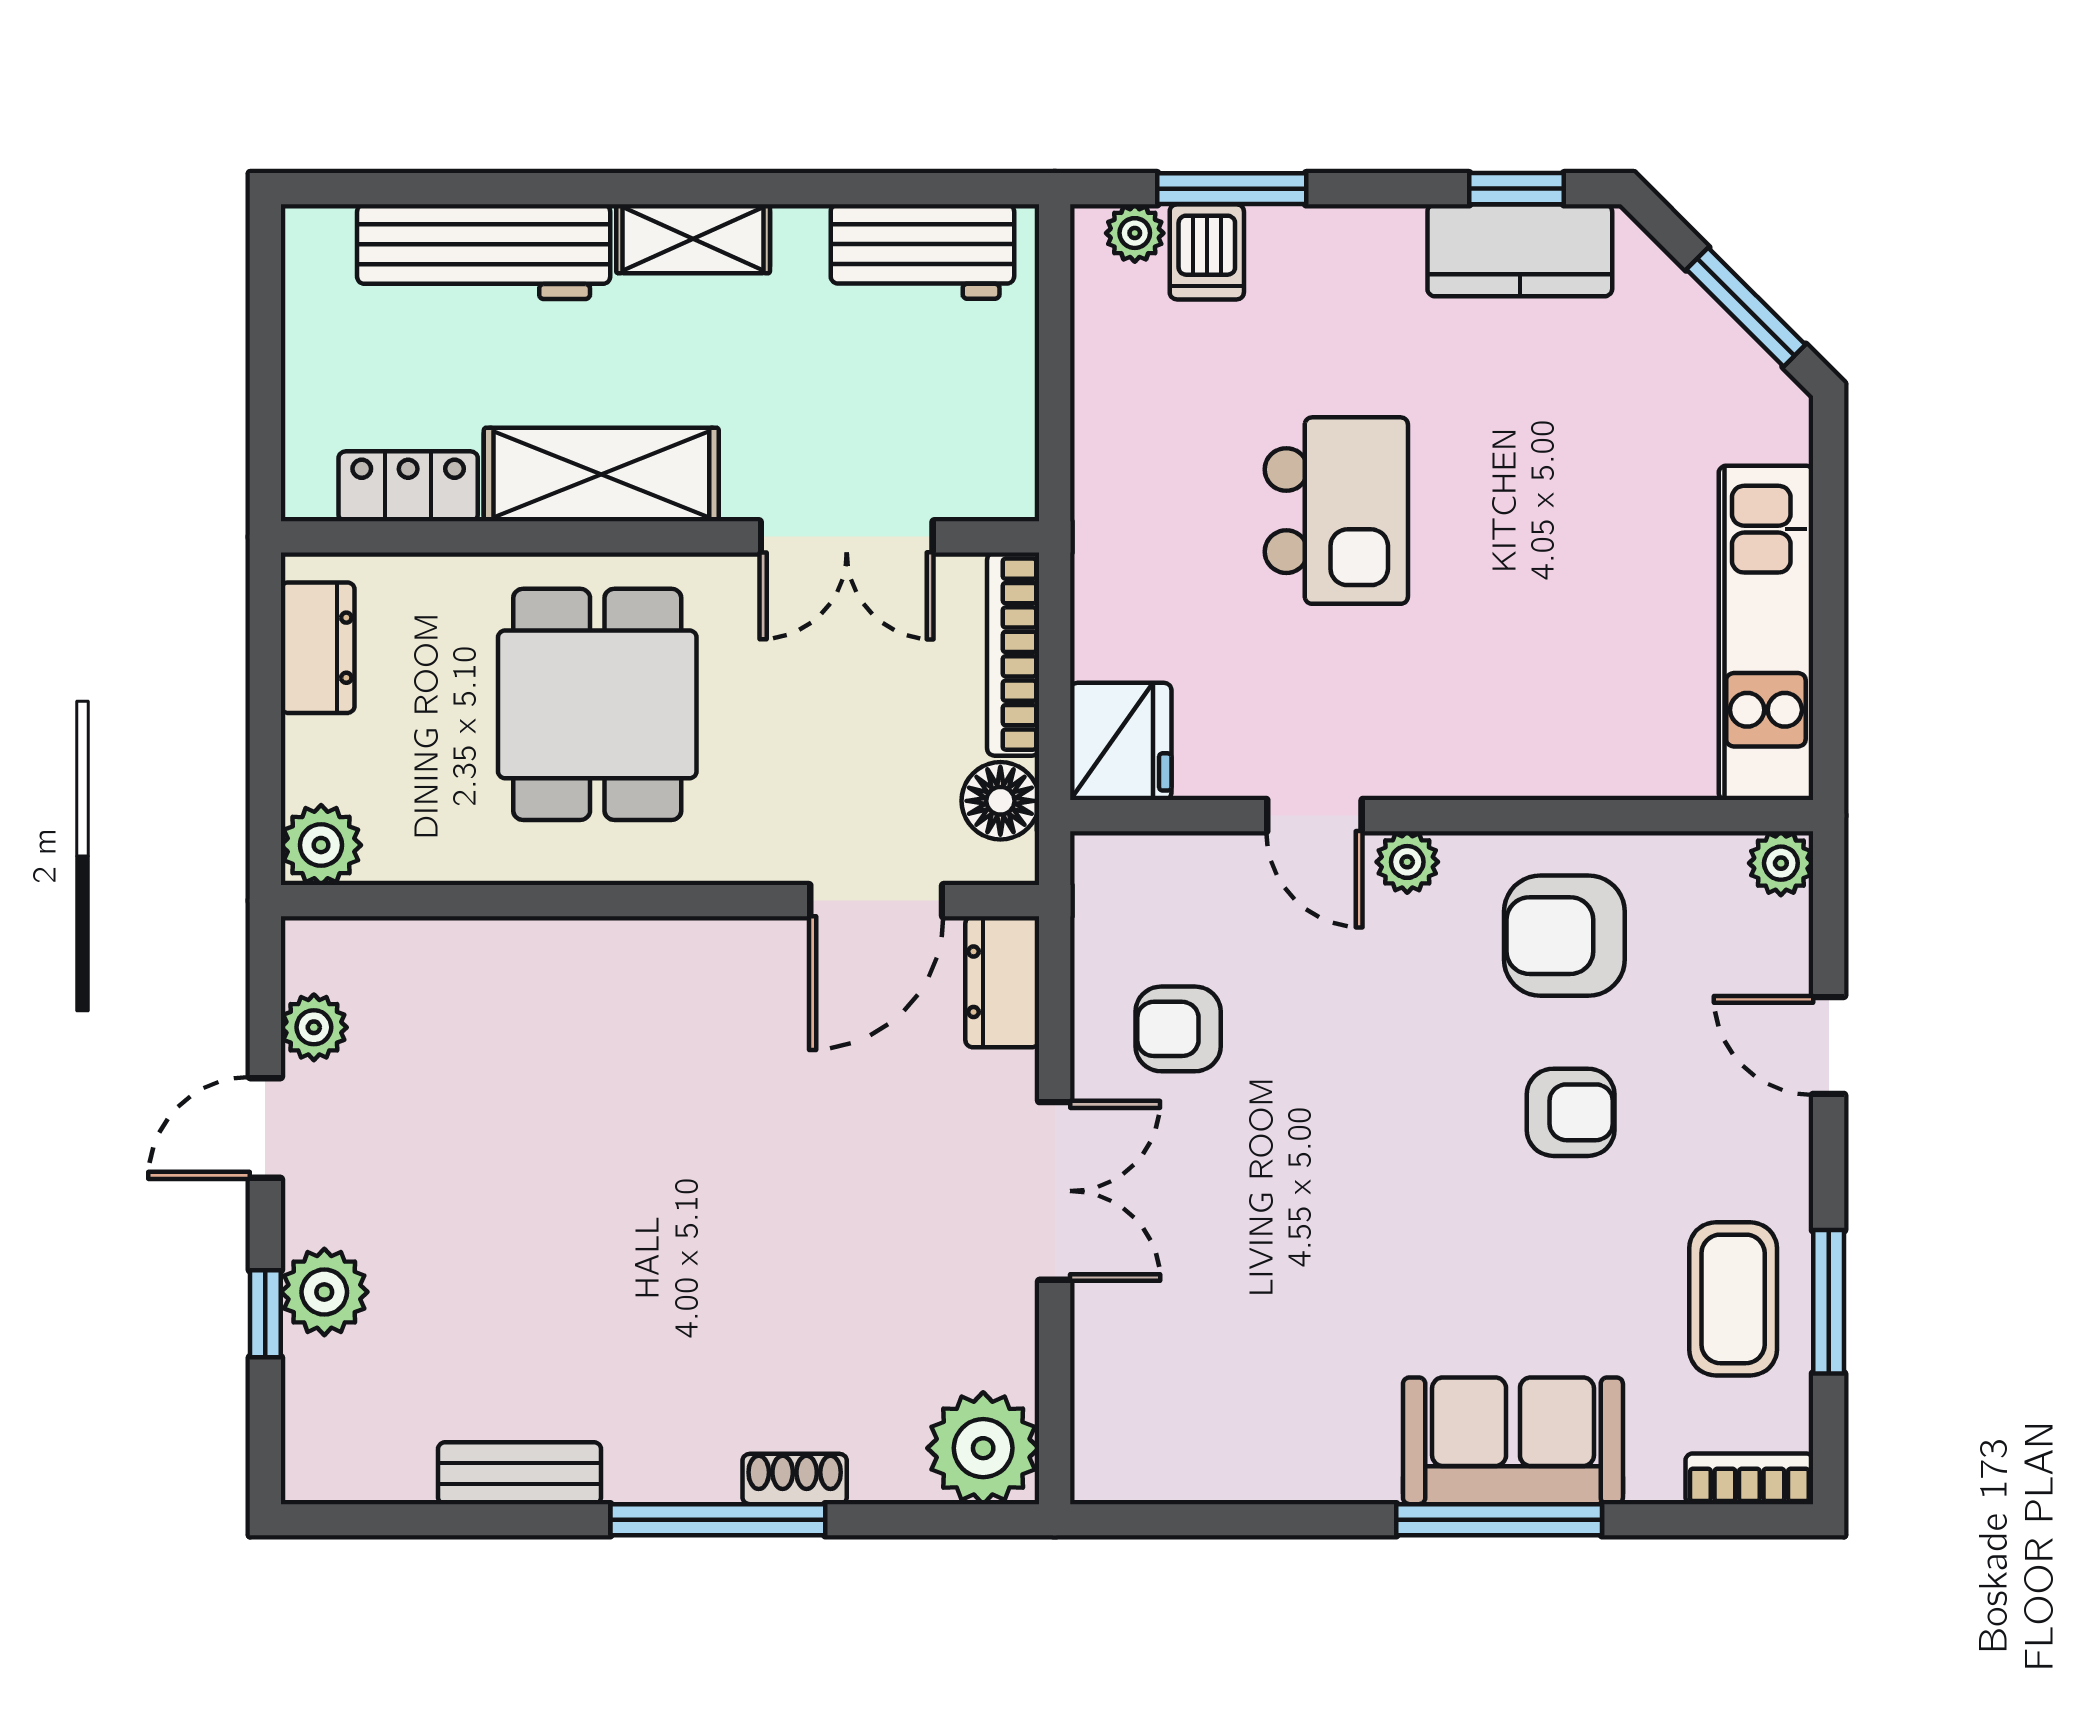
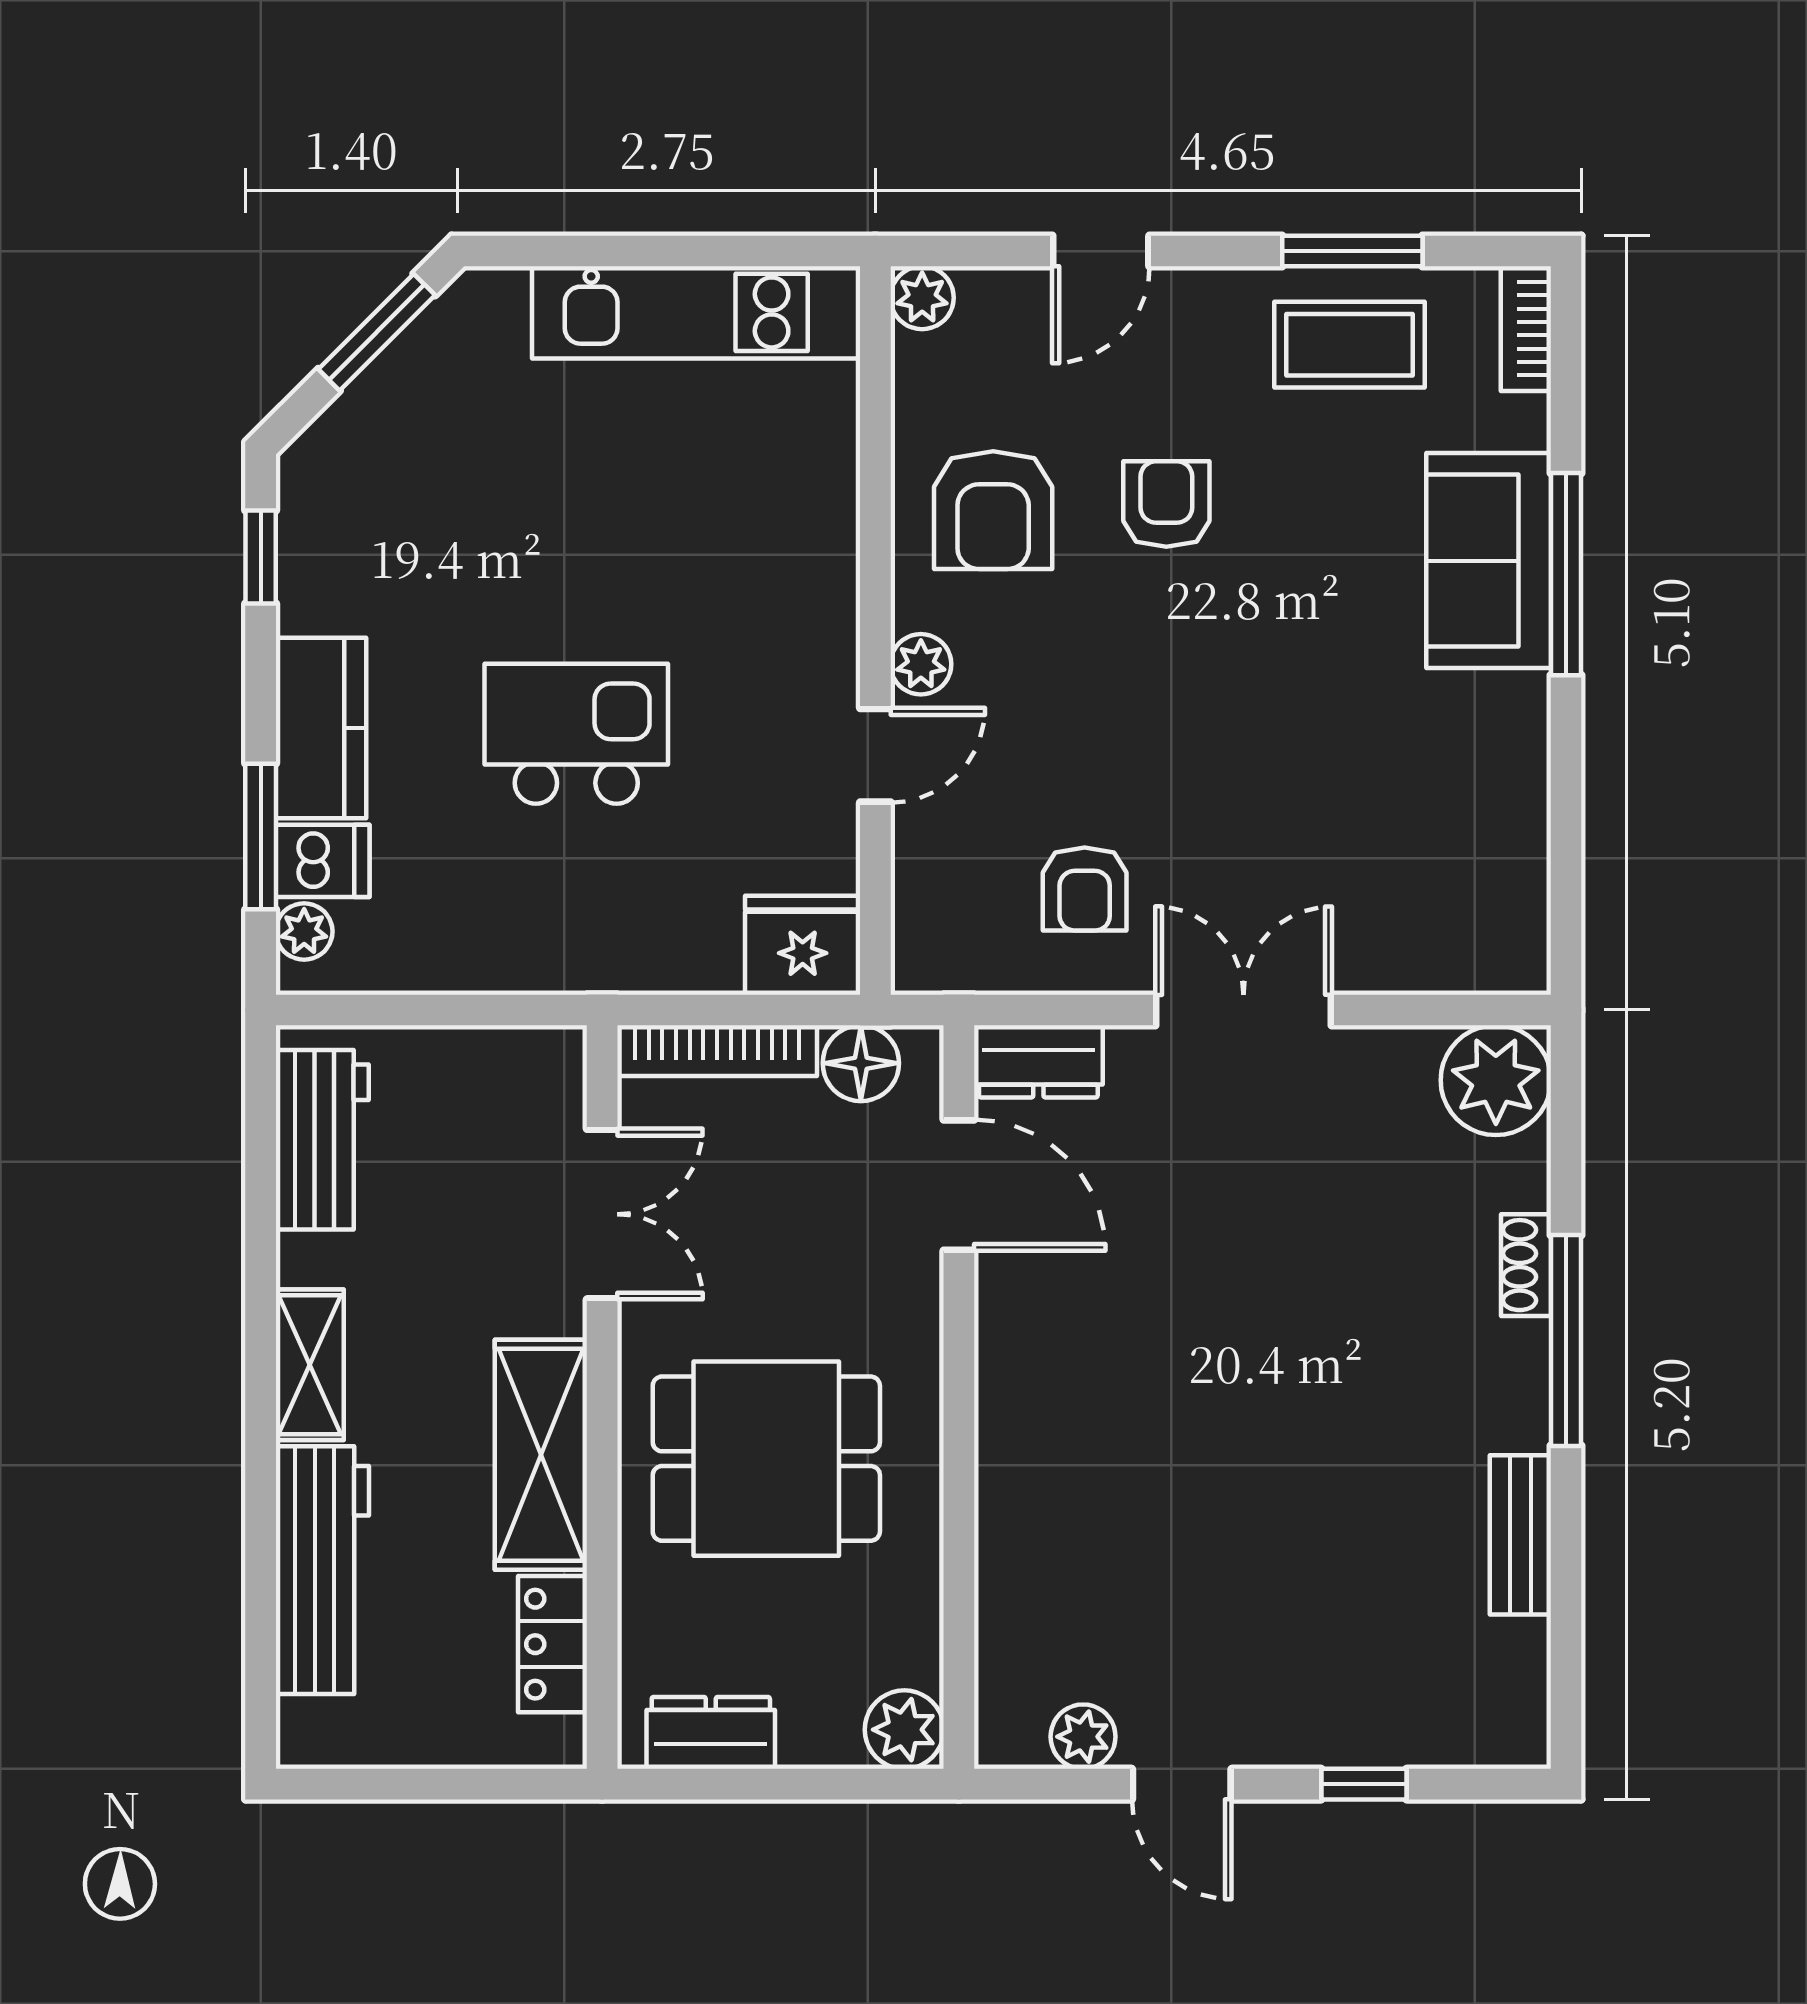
kitchen counter: (1520, 250) -> (321, 728), moved
plant: (324, 1292) -> (1343, 1726), removed

